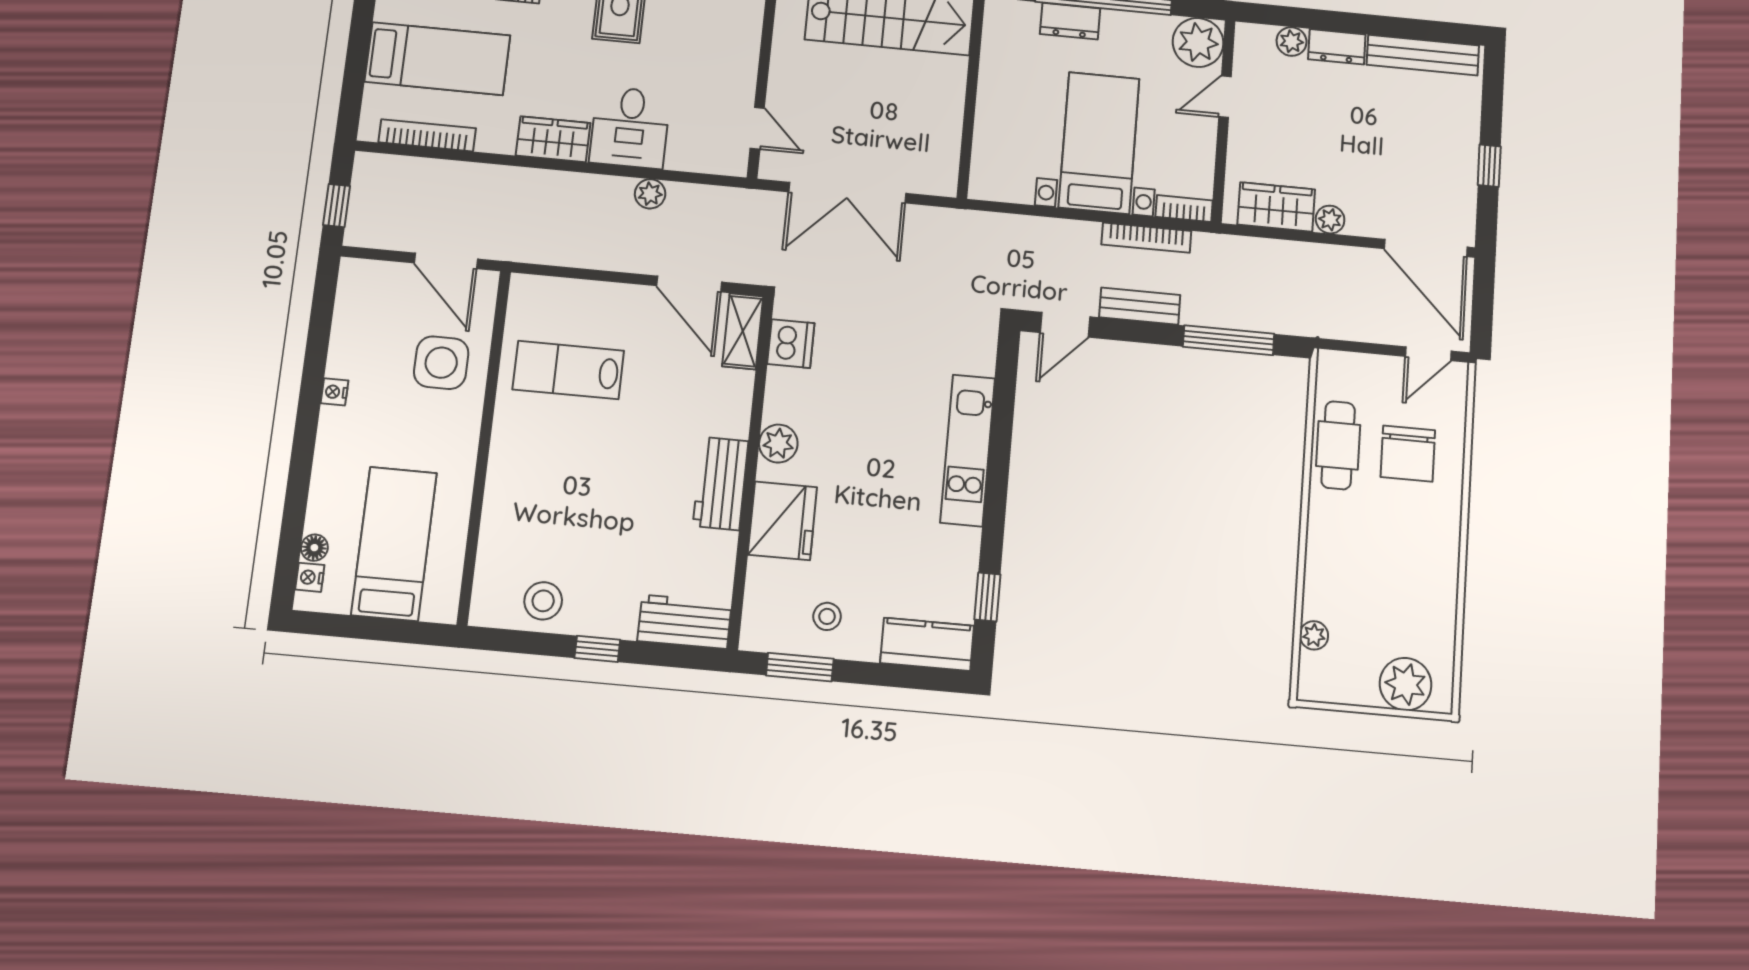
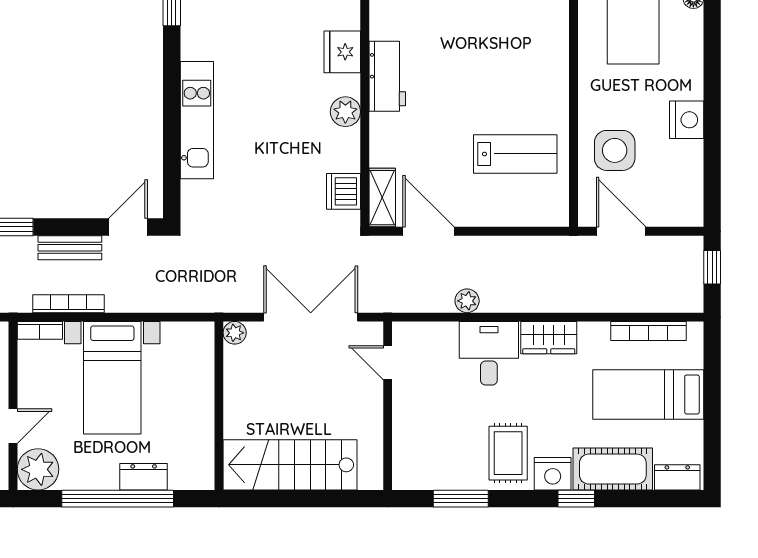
plant: (943, 183) -> (235, 333), added
nightstand: (334, 392) -> (687, 120), width x1.89, depth x1.79
fridge: (782, 521) -> (342, 52), width x0.73, depth x0.75

